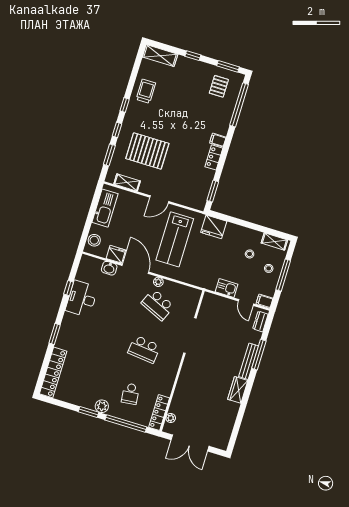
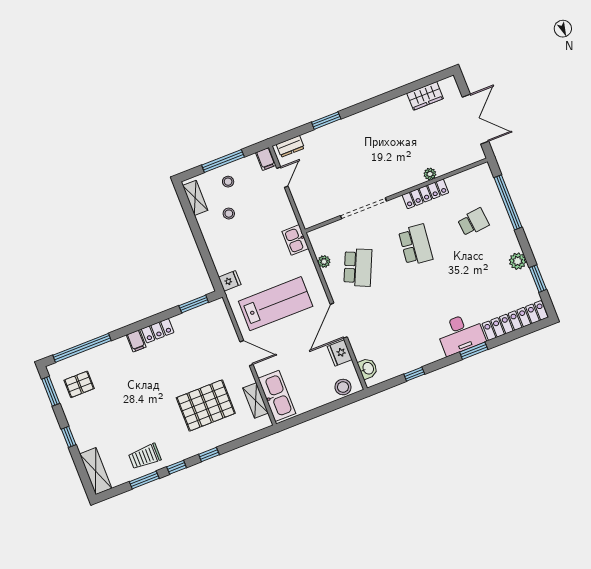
pallet: (147, 151) -> (206, 405), turned 90
window: (109, 155) -> (144, 480), moved
kitchen sink: (105, 208) -> (277, 396), moved, turned 90
fridge: (214, 227) -> (230, 281), width x0.53, depth x0.75
washbasin: (109, 268) -> (368, 368), moved
plant: (158, 282) -> (324, 262), moved
kitchen sink: (227, 288) -> (295, 240), moved
desk: (82, 299) -> (461, 334), moved
window: (259, 355) -> (326, 121), width x0.69
bench: (249, 361) -> (342, 126), removed
wardrobe: (238, 390) -> (425, 96), moved
plant: (102, 406) -> (518, 261), moved
window: (88, 412) -> (538, 279), moved
locker: (159, 413) -> (425, 194), moved
plant: (171, 418) -> (430, 174), moved

